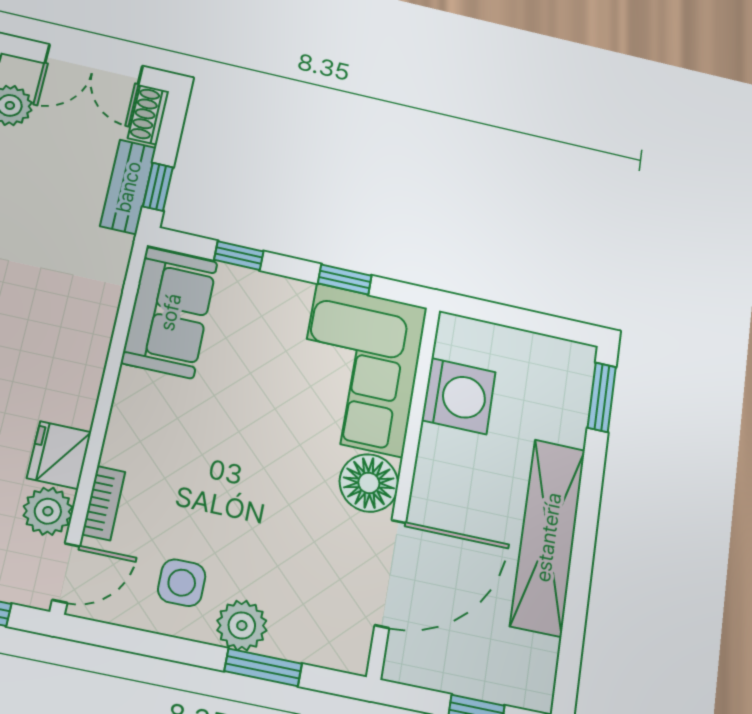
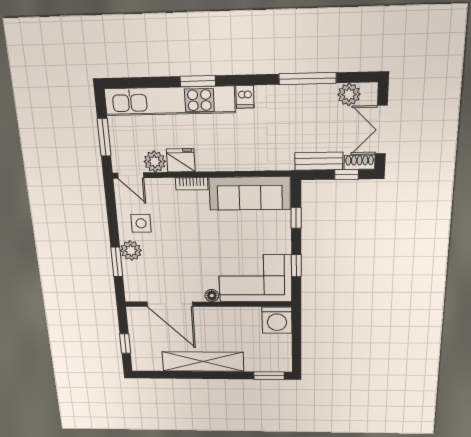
window: (158, 187) -> (347, 175), moved
sofa: (170, 312) -> (250, 193), width x1.36
washing machine: (459, 396) -> (277, 320), moved
floor lamp: (369, 483) -> (212, 296), width x0.53, depth x0.53
bookcase: (104, 503) -> (192, 184), moved

